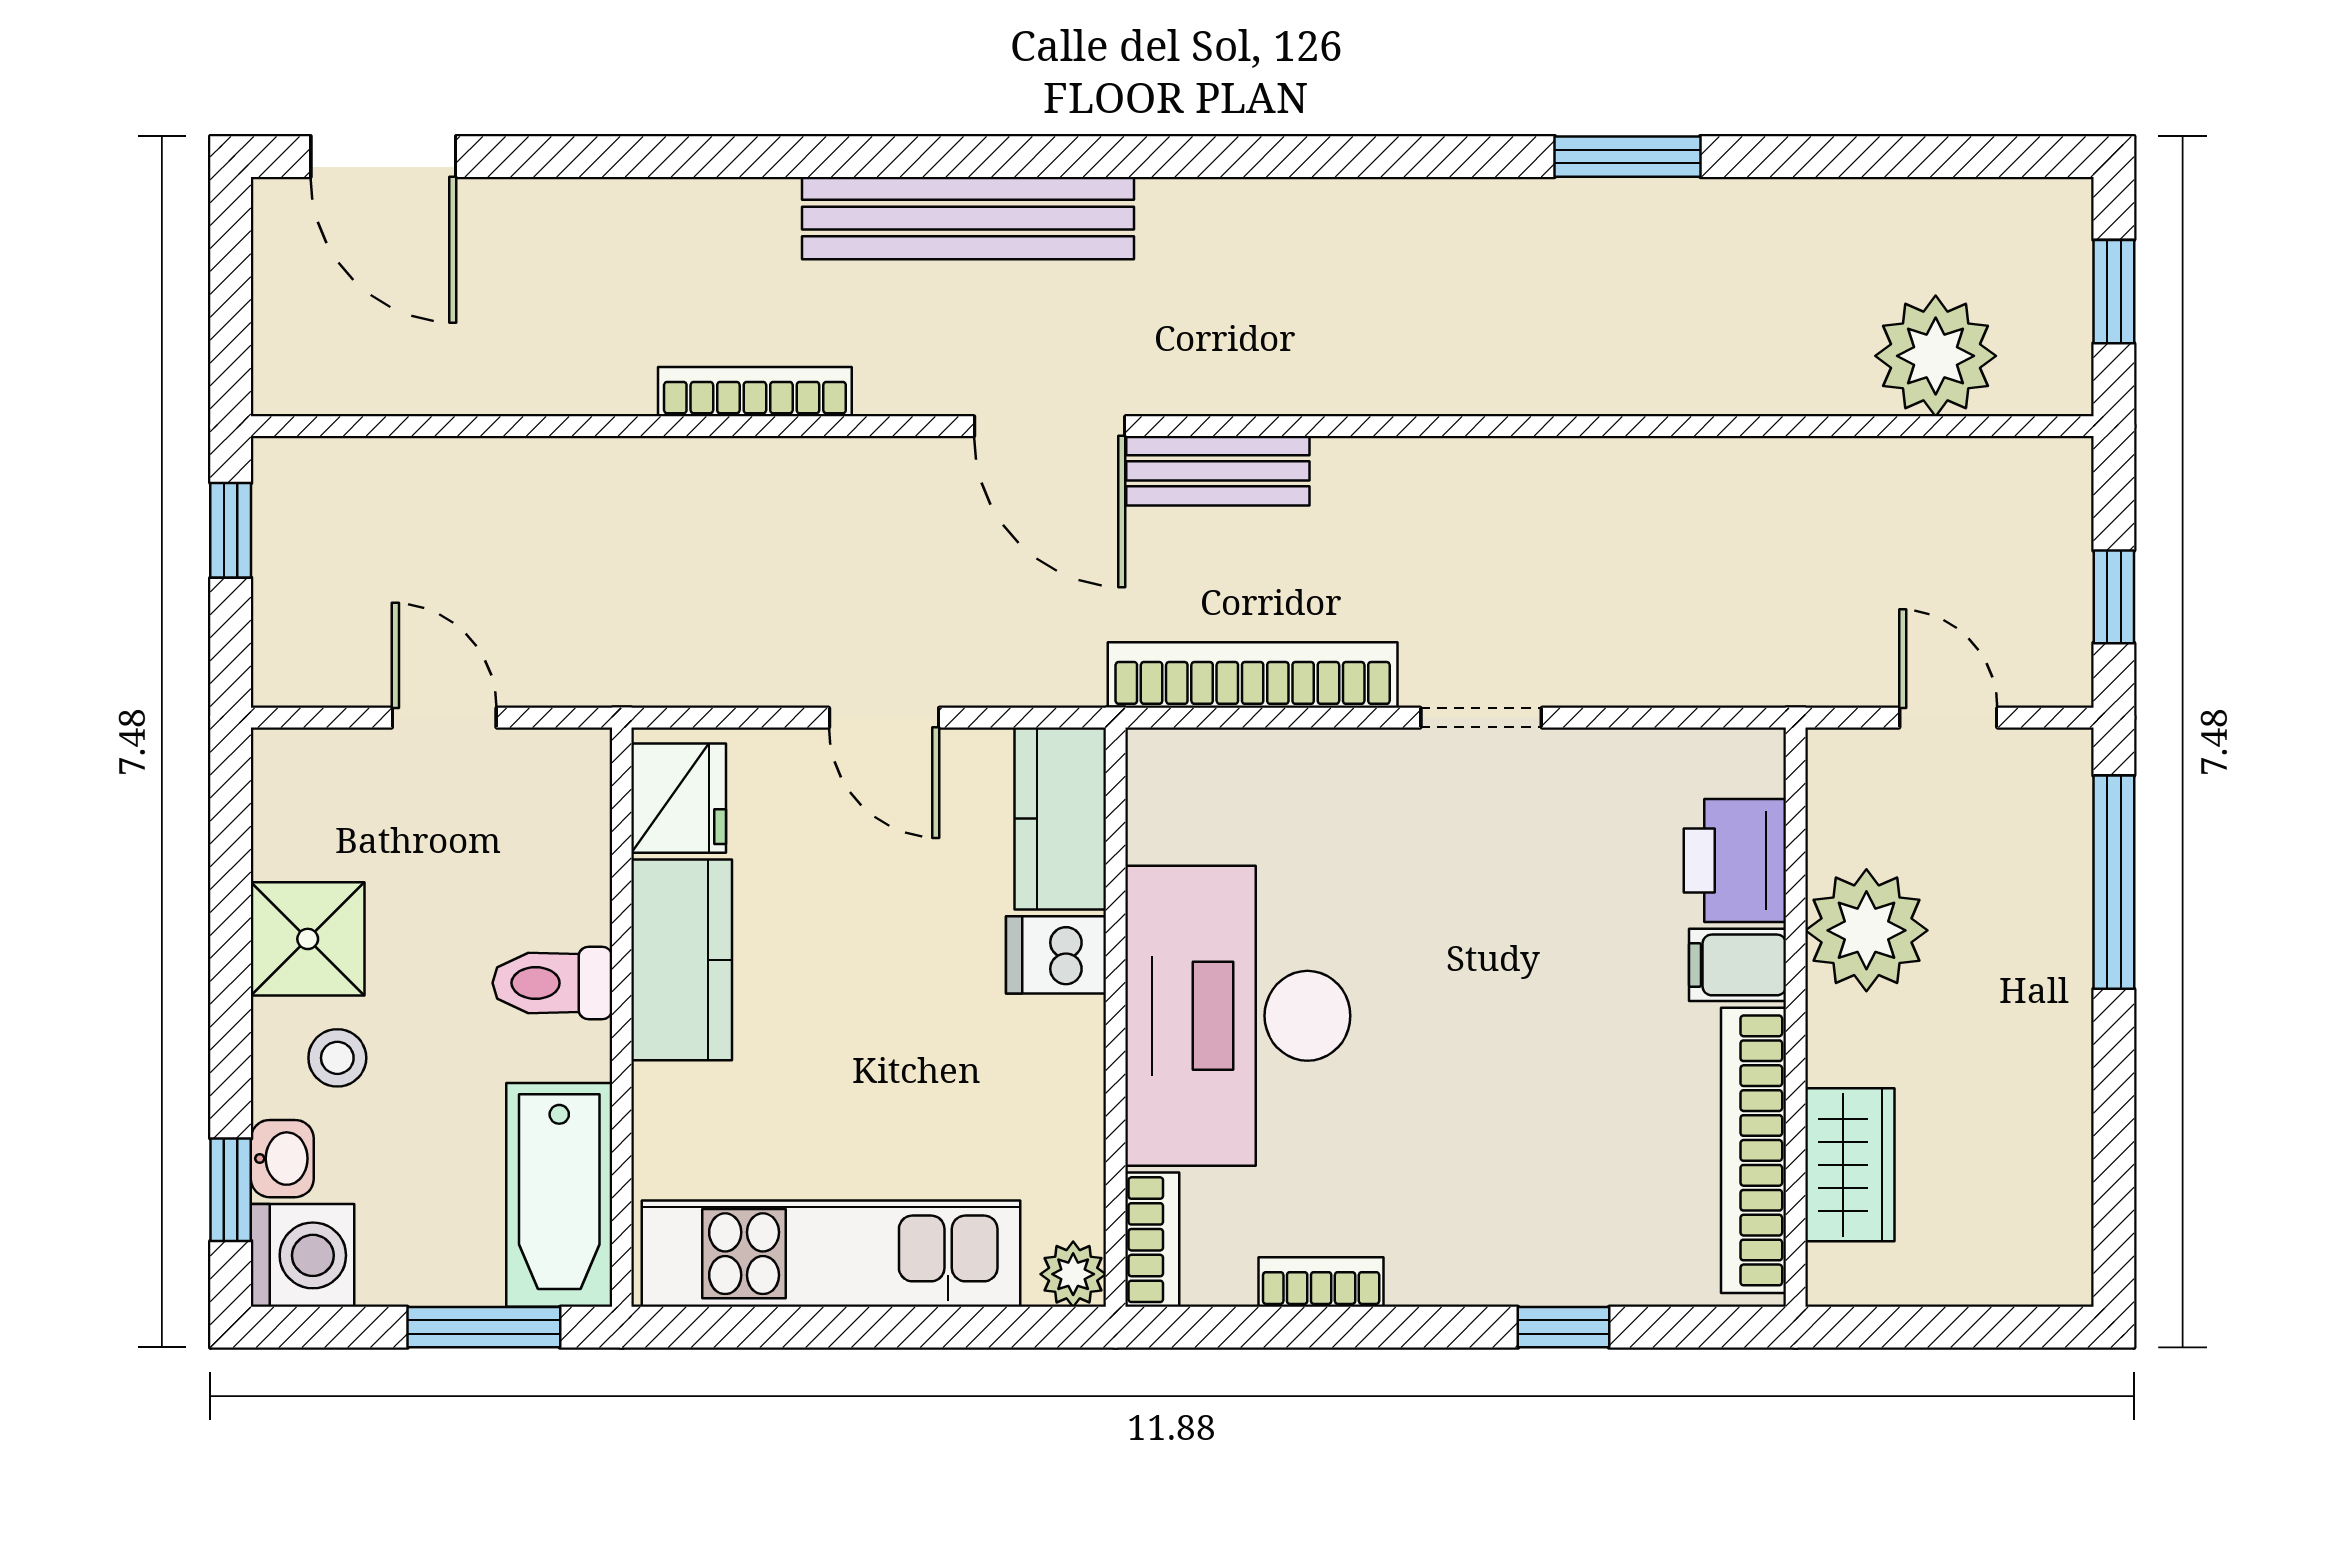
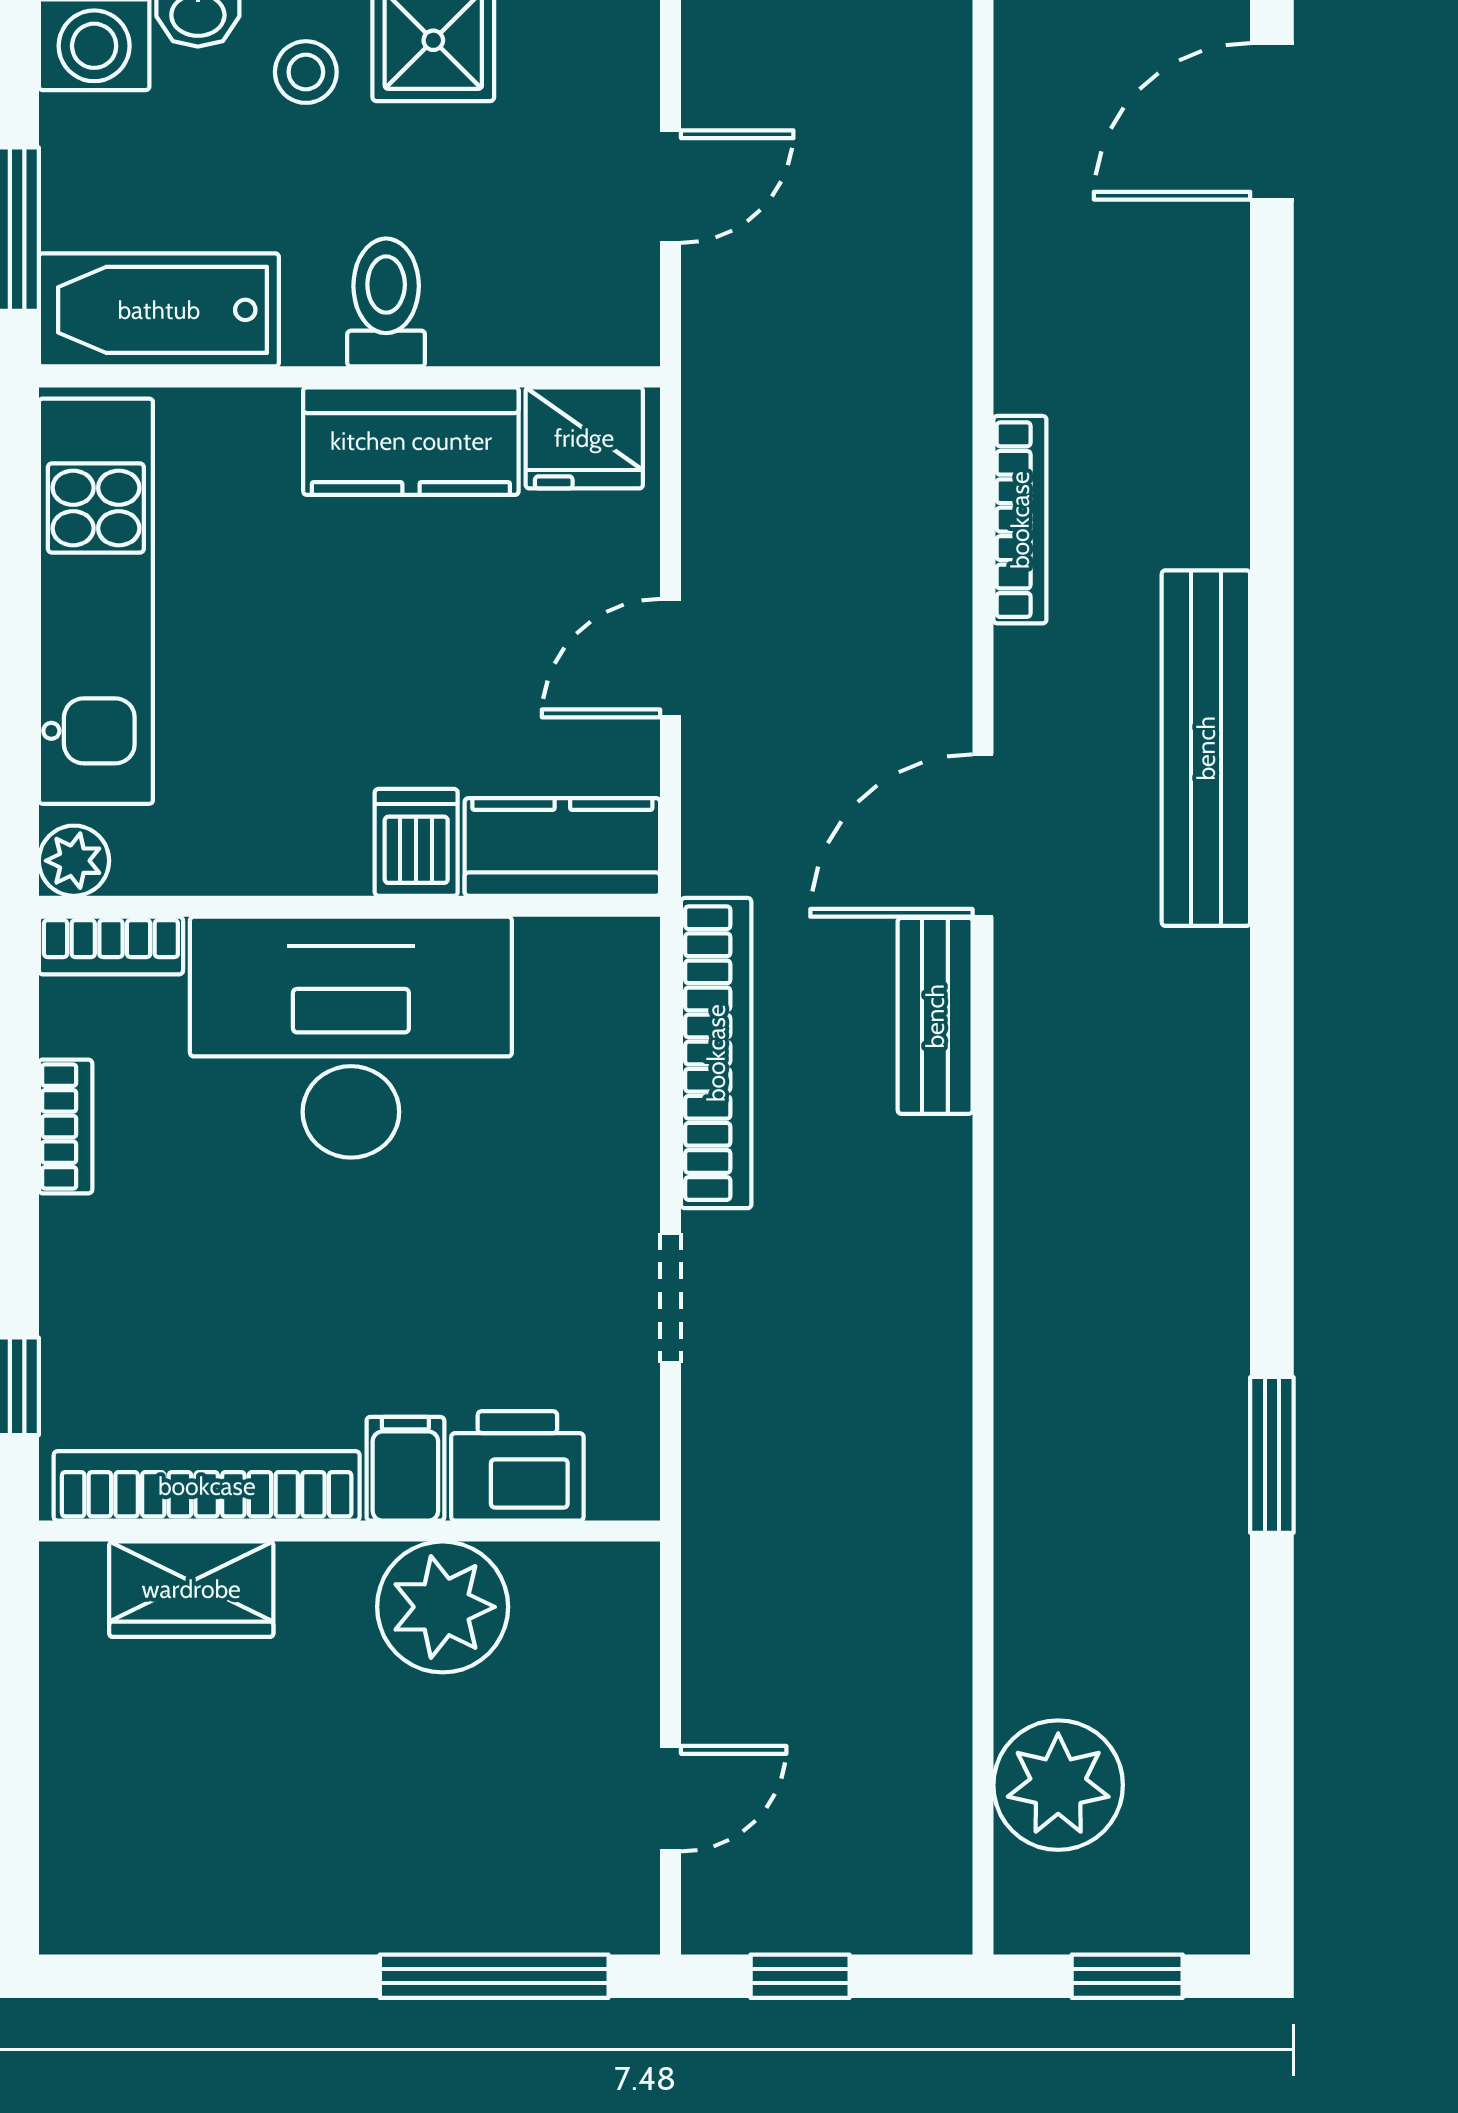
printer: (1735, 860) -> (517, 1466), moved
plant: (1866, 930) -> (443, 1607), moved
filing cabinet: (1738, 965) -> (405, 1469), moved
wall: (1796, 1017) -> (349, 1531), moved
bookcase: (1754, 1150) -> (207, 1486), moved
wardrobe: (1850, 1165) -> (191, 1589), moved

